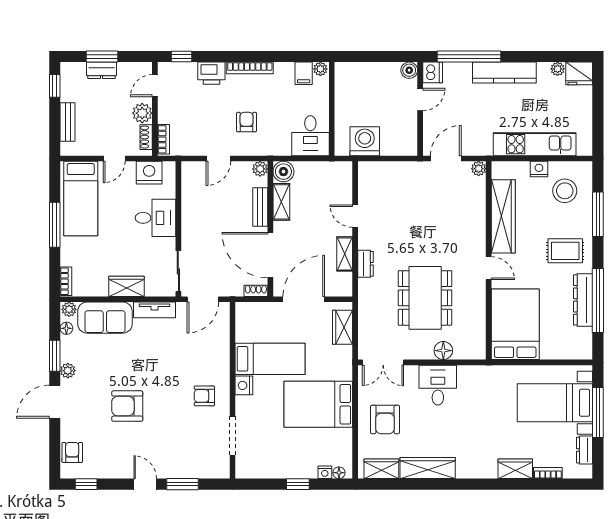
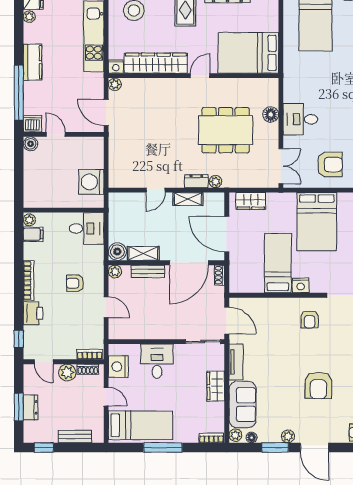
kitchen counter: (504, 73) -> (33, 62), width x0.67
nightstand: (539, 169) -> (116, 67), moved, turned -90
plant: (365, 286) -> (215, 182), added

